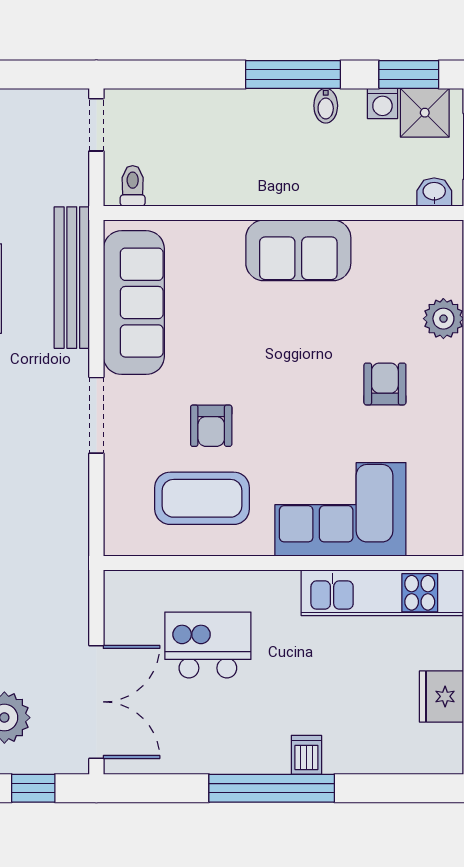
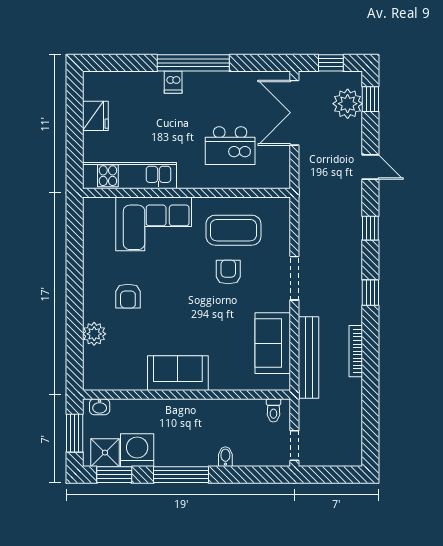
washing machine: (382, 103) -> (137, 450), width x1.89, depth x1.89
bidet: (326, 106) -> (225, 457), moved
sofa: (134, 303) -> (273, 343), width x0.73

